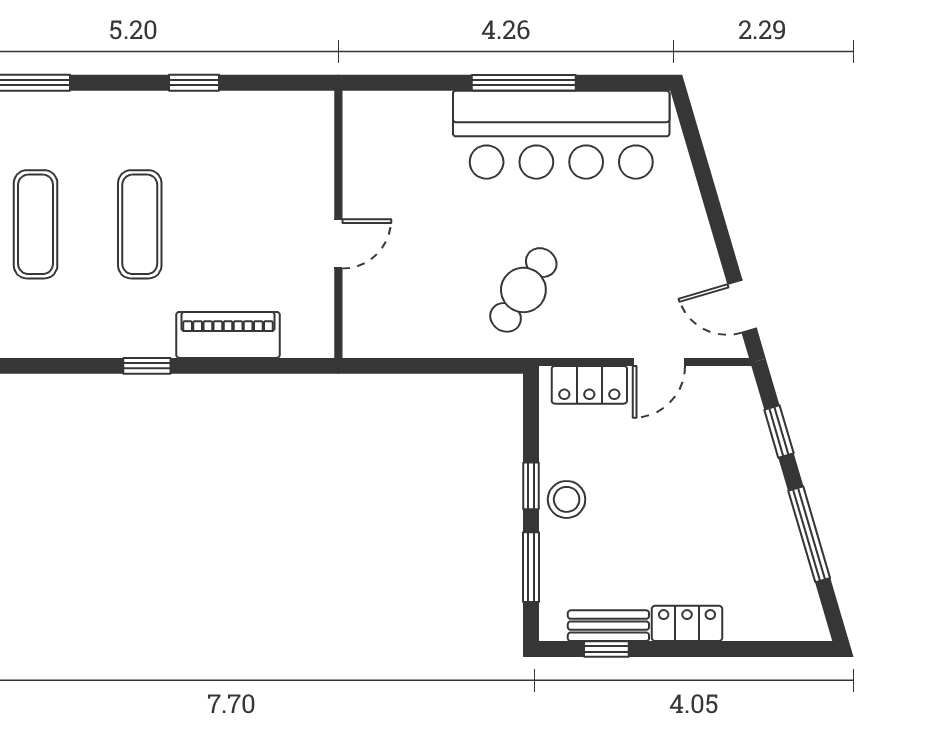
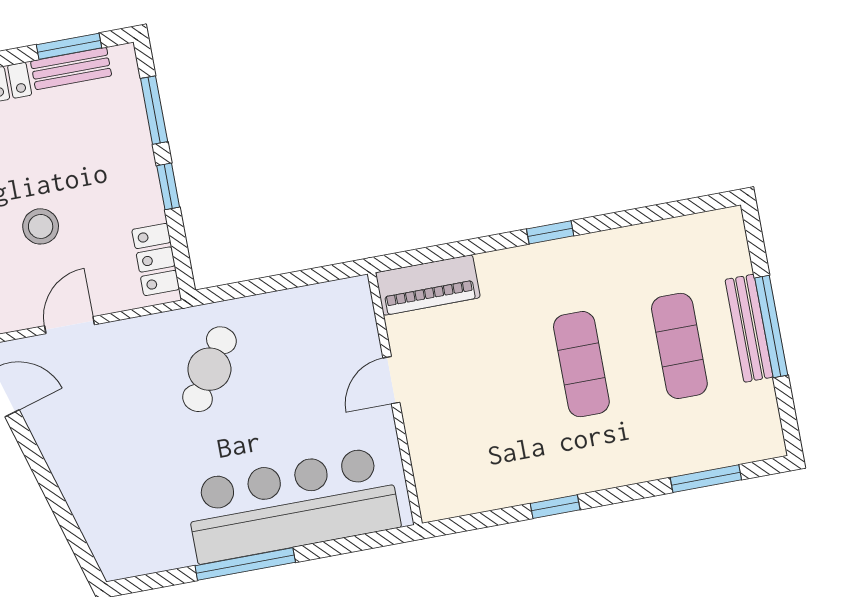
bar counter: (561, 135) -> (292, 505), moved
piano: (228, 335) -> (428, 285), moved
locker: (589, 385) -> (156, 259), moved, turned -90
stool: (567, 499) -> (41, 226), moved
window: (606, 649) -> (69, 46), width x1.50

